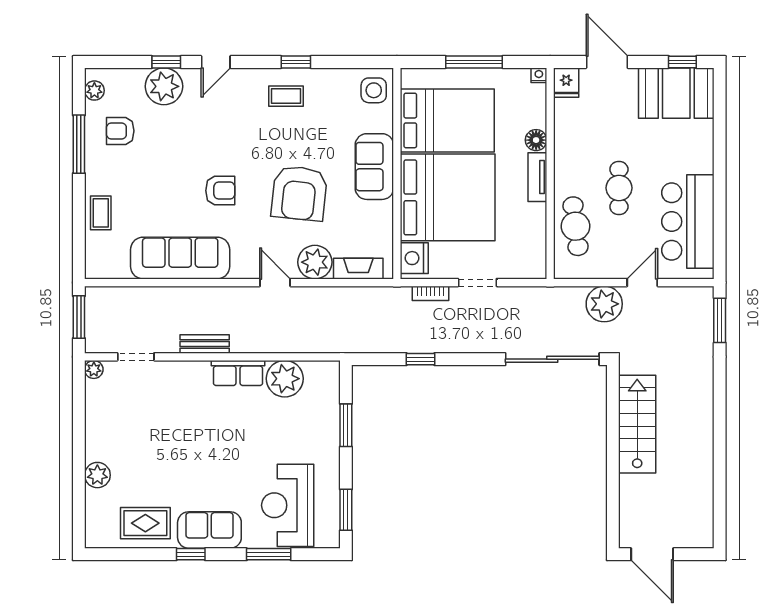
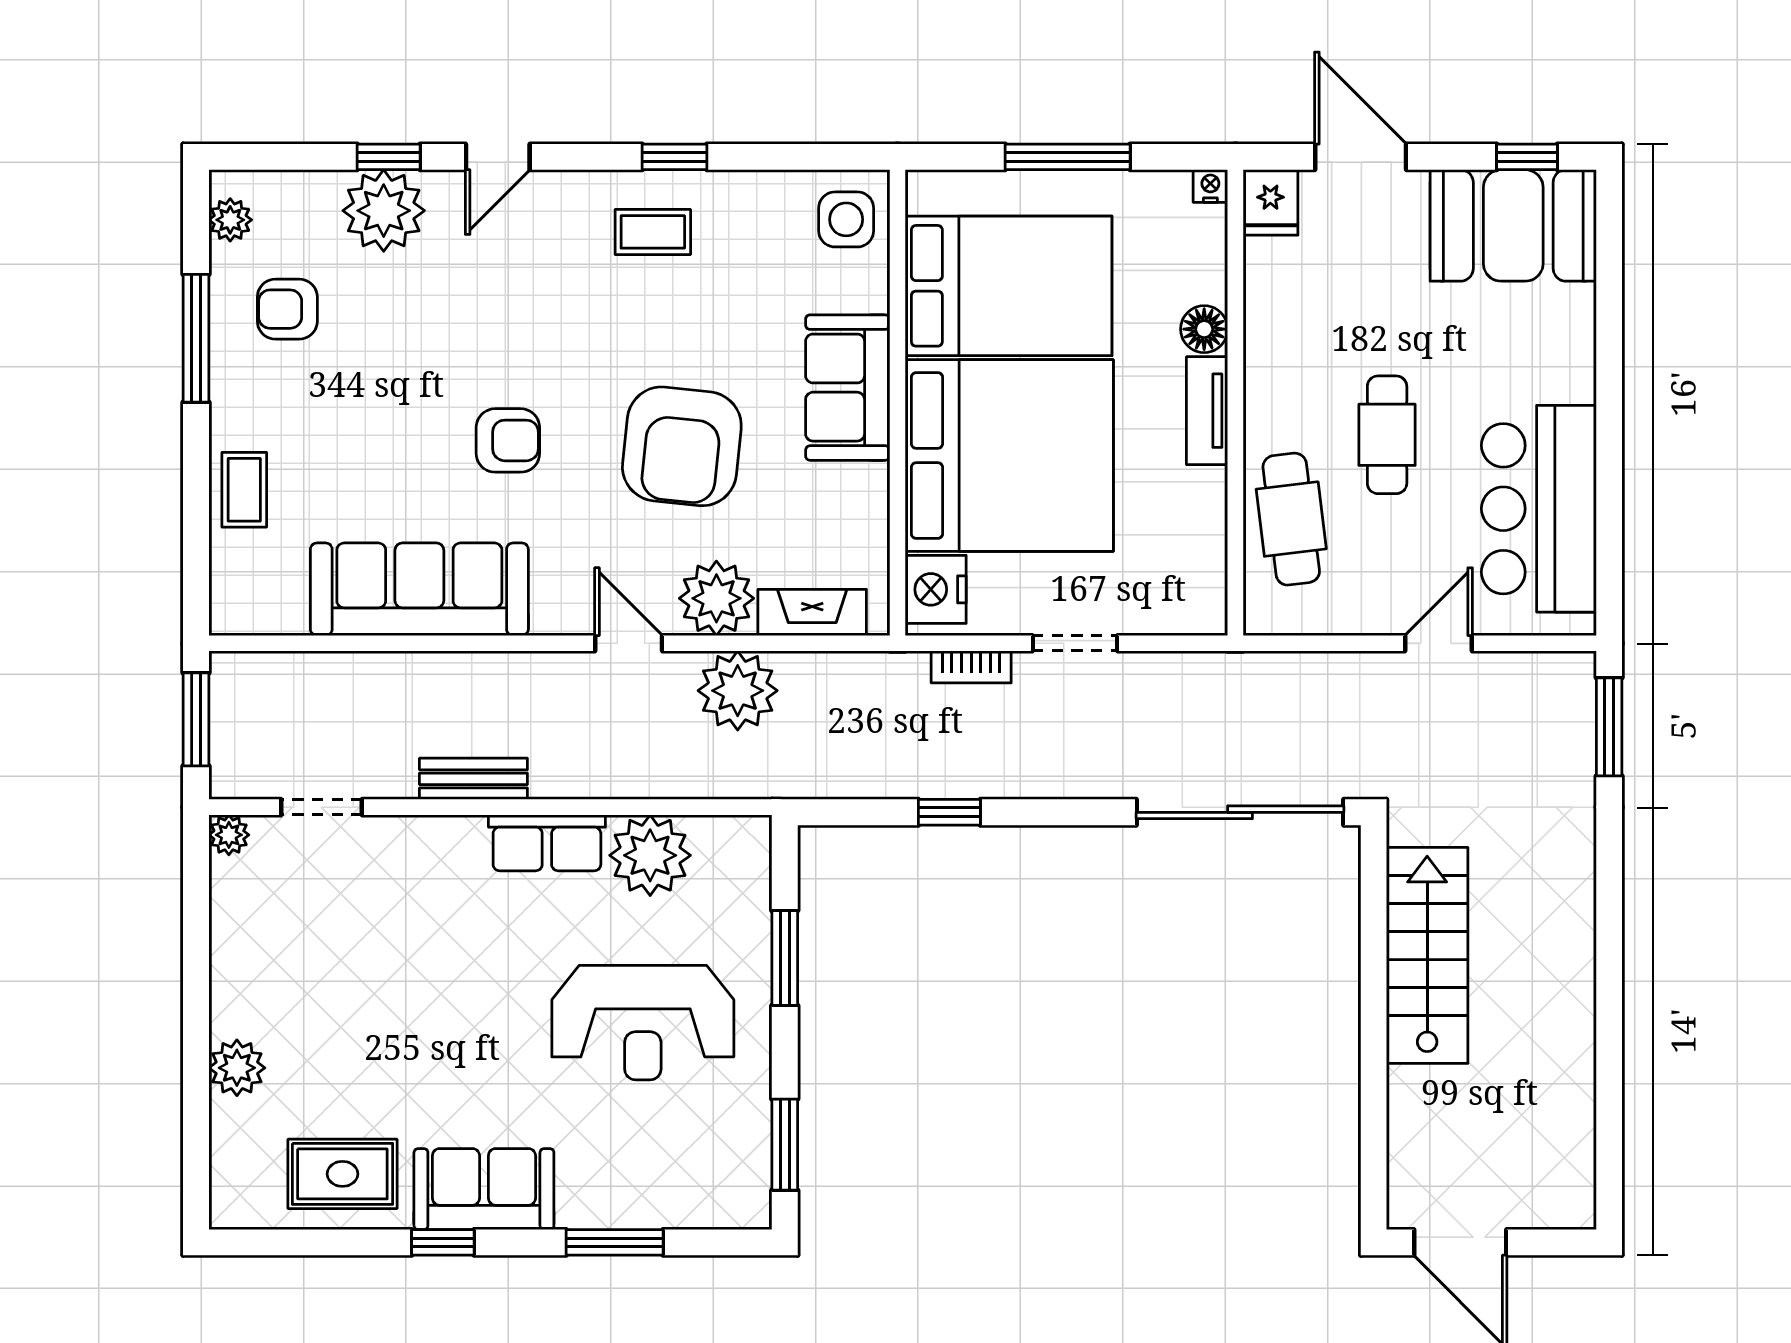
plant: (604, 304) -> (738, 691), moved
reception desk: (288, 505) -> (643, 1023), moved, turned -90

